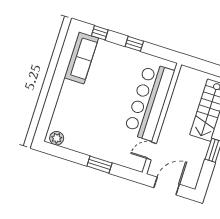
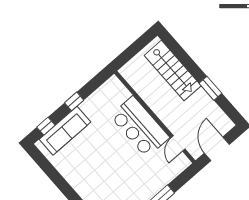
sofa: (81, 58) -> (65, 131), moved, turned 90
bar counter: (149, 102) -> (140, 127), width x0.73

